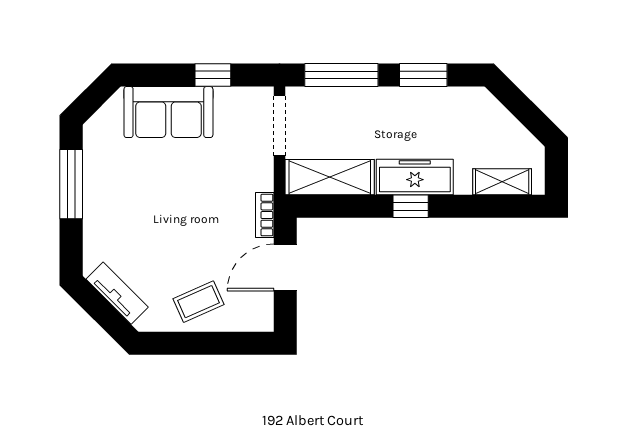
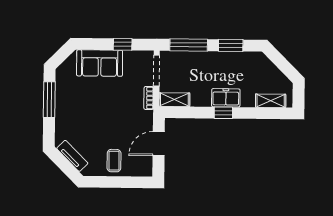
shelving: (330, 177) -> (174, 100), width x0.67, depth x0.75
freezer: (415, 177) -> (226, 98), width x0.71
bookcase: (265, 215) -> (149, 98), moved
coffee table: (198, 302) -> (114, 161), turned -66

